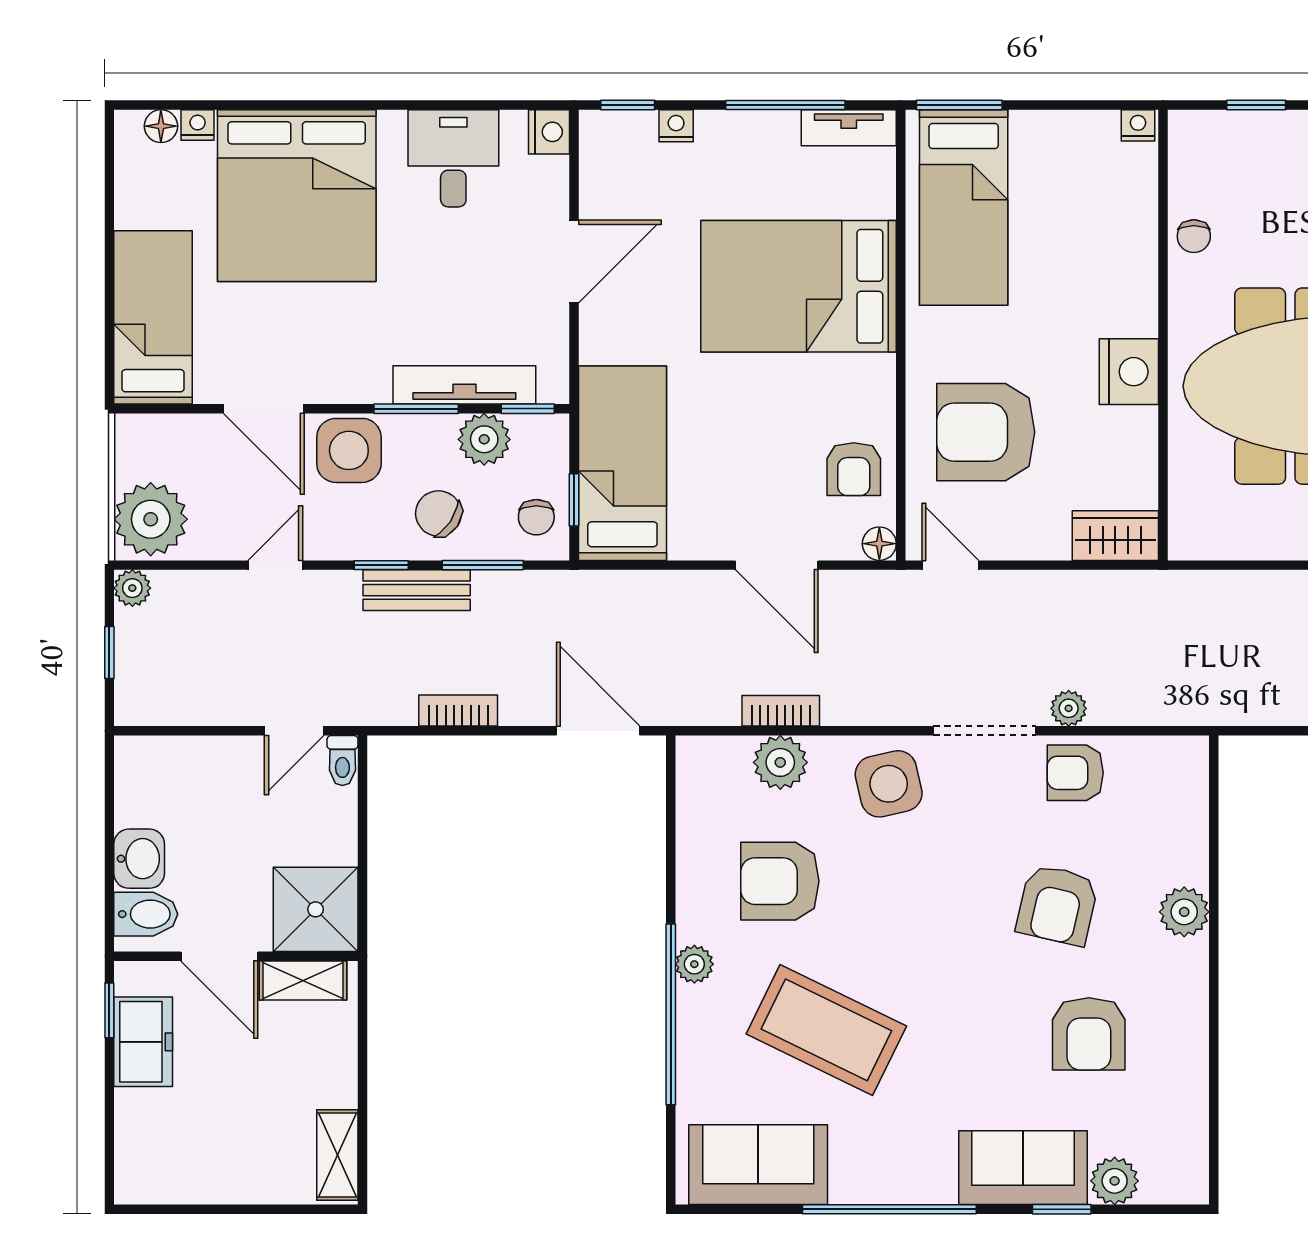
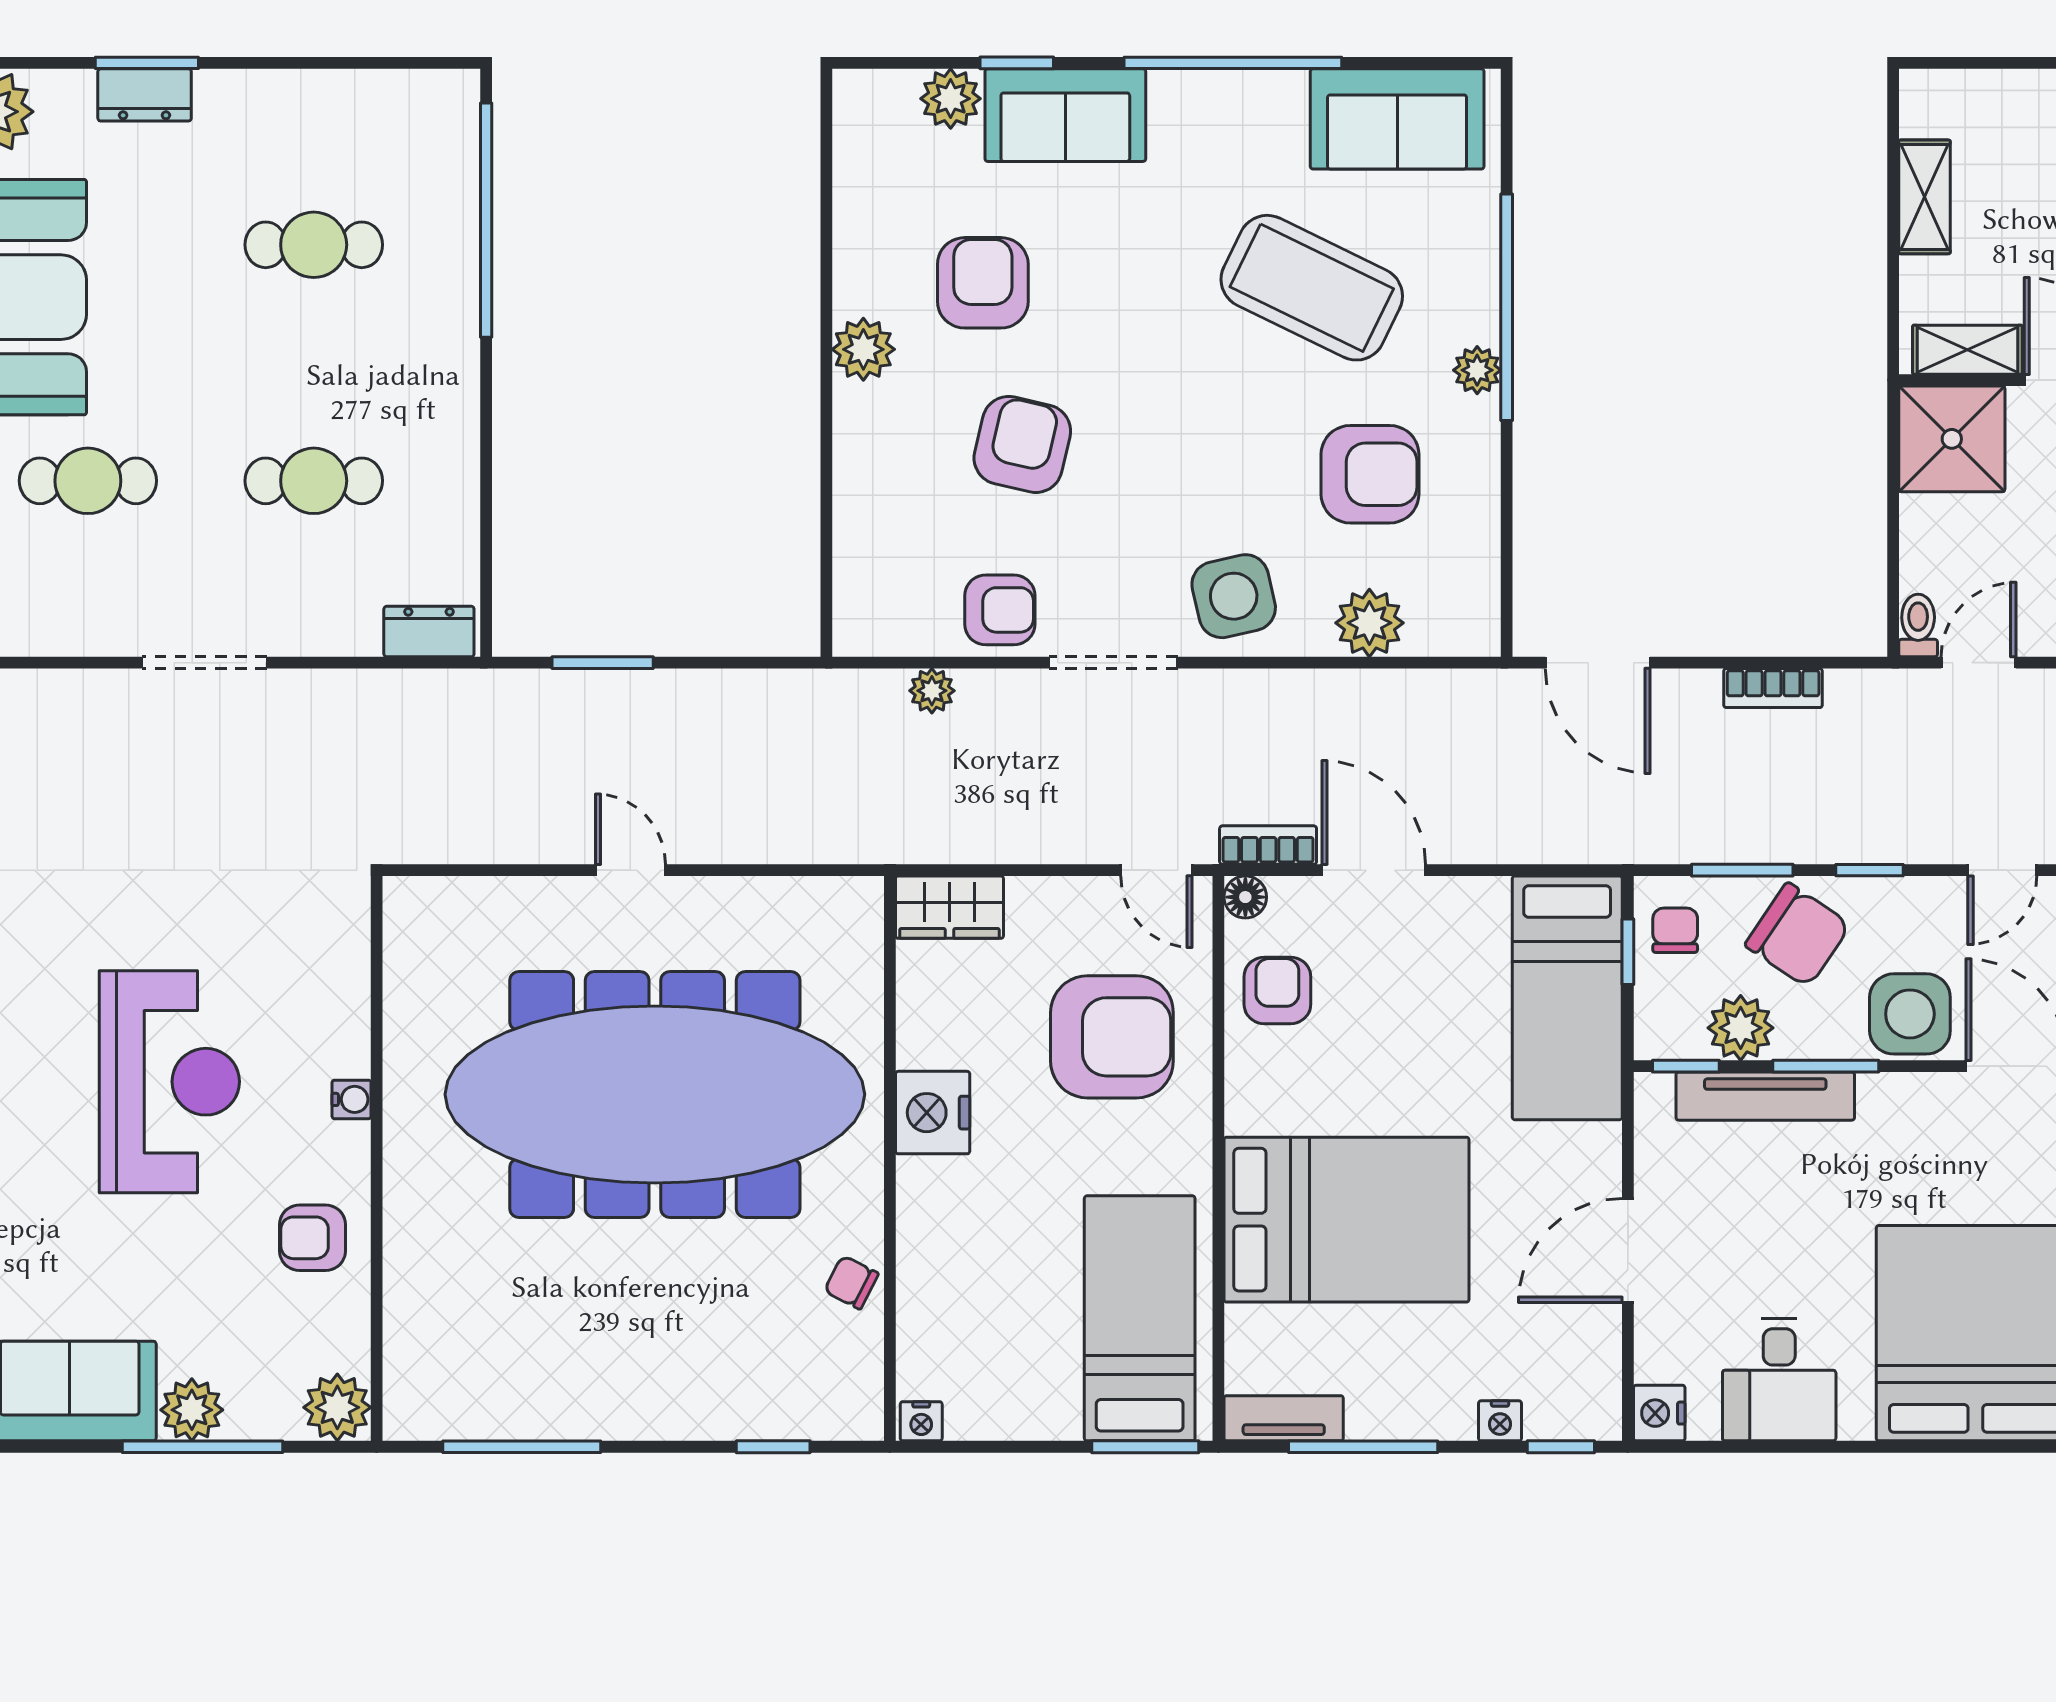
chair: (1194, 236) -> (851, 1282), turned -63
chair: (438, 513) -> (1798, 935), width x1.37, depth x1.37
bench: (417, 590) -> (1825, 839), removed
plant: (1069, 708) -> (932, 691), moved
bookcase: (781, 711) -> (1268, 845), moved, turned 180
plant: (1184, 912) -> (863, 349), moved
shelving: (337, 1155) -> (1924, 197), moved

